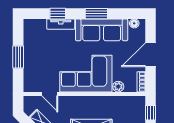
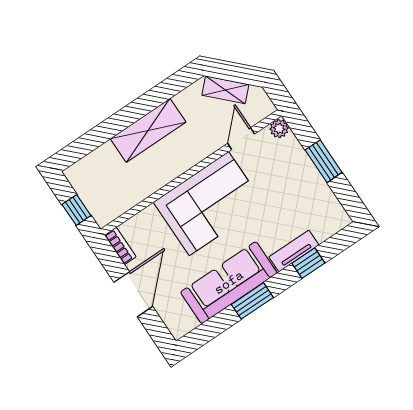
floor lamp: (134, 23) -> (188, 324), removed
plant: (118, 87) -> (279, 129), moved
door: (50, 94) -> (241, 139), hinge flipped

